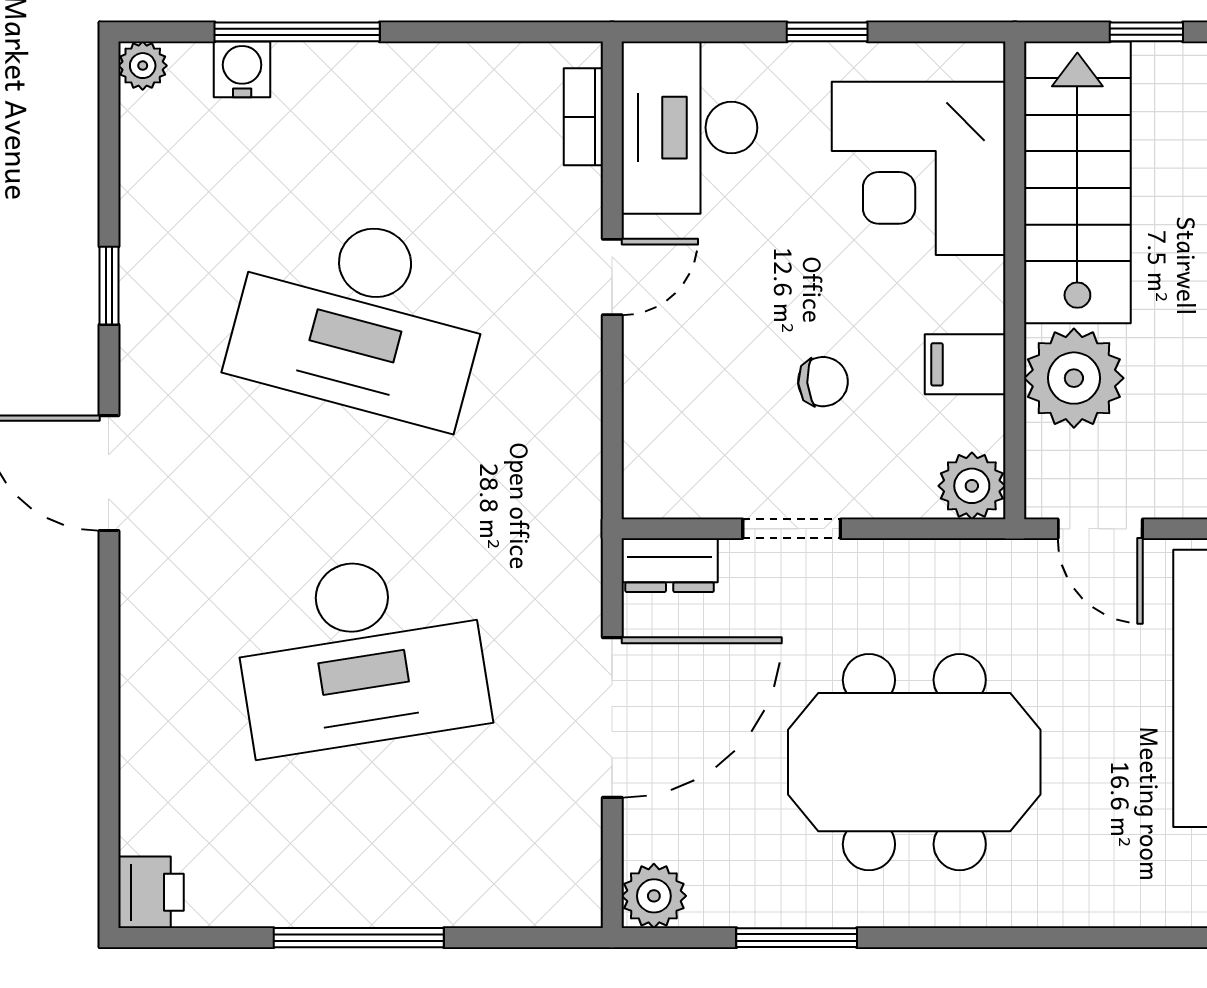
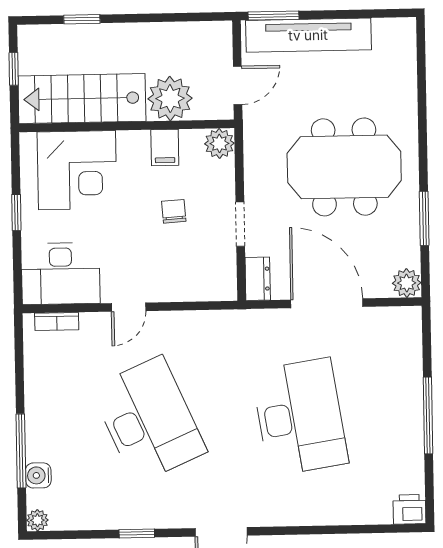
door: (612, 277) -> (129, 307), swing flipped
desk: (361, 317) -> (149, 420), turned -39
meeting table: (914, 762) -> (344, 167), turned 90

